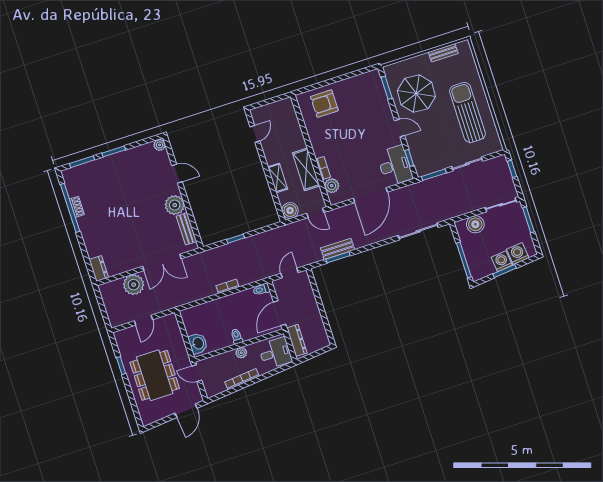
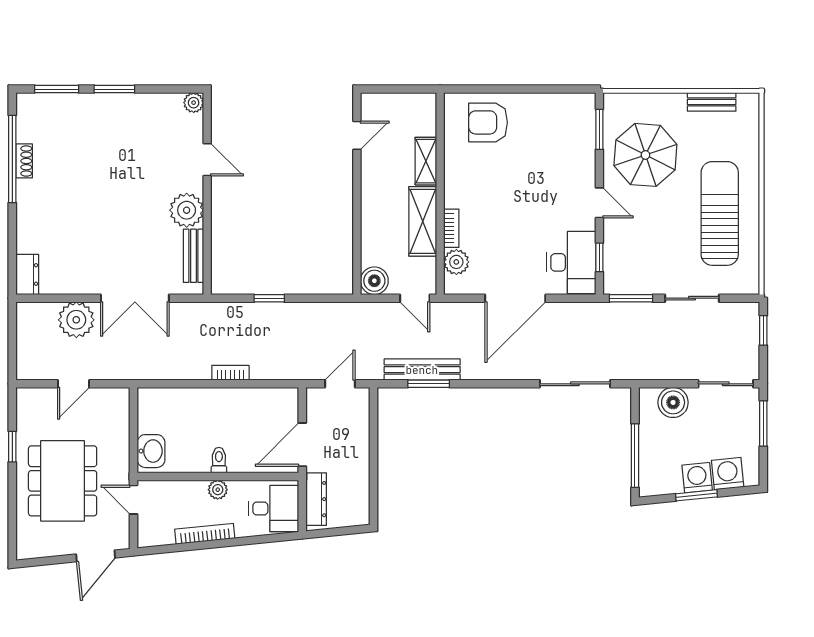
shelving: (278, 178) -> (426, 161), moved
bench: (338, 249) -> (422, 370), width x1.36
toilet: (261, 289) -> (285, 396), removed

